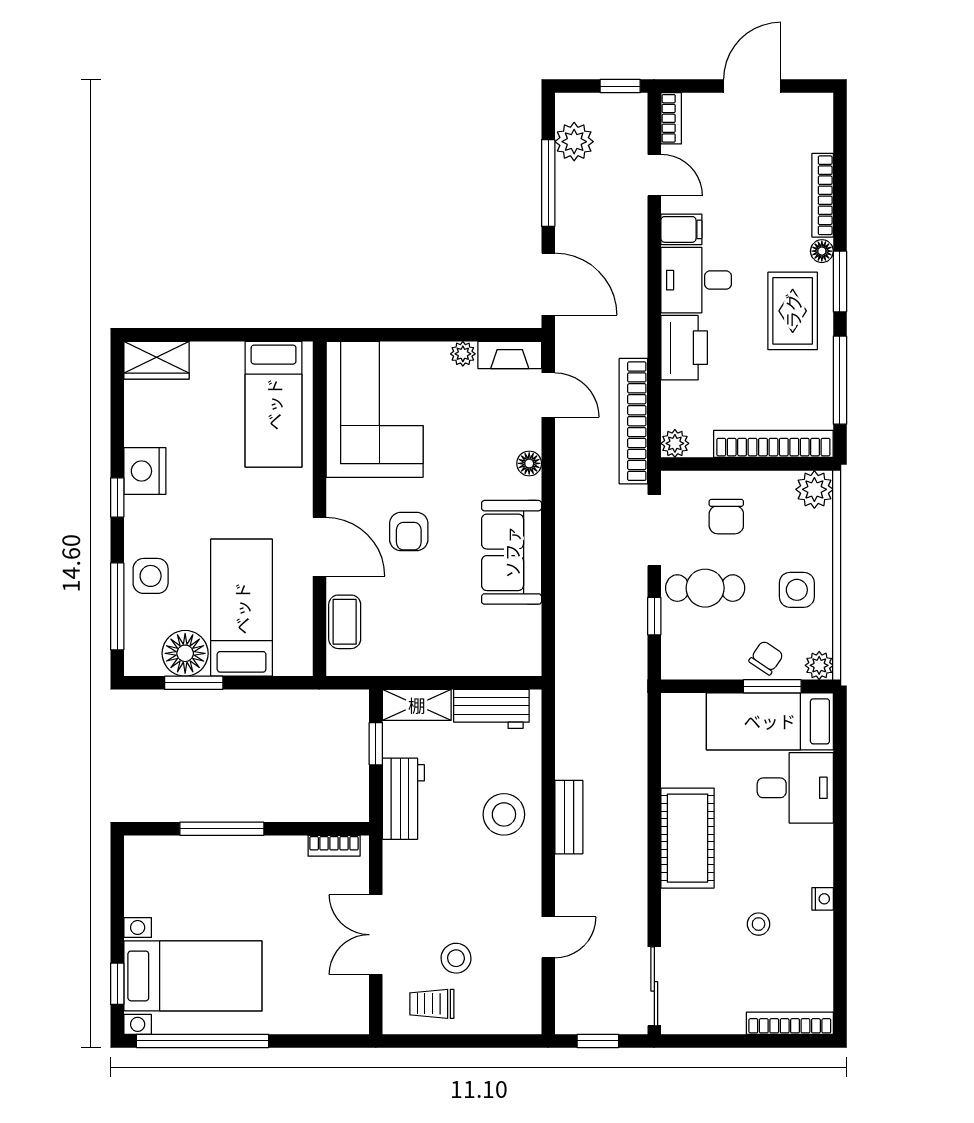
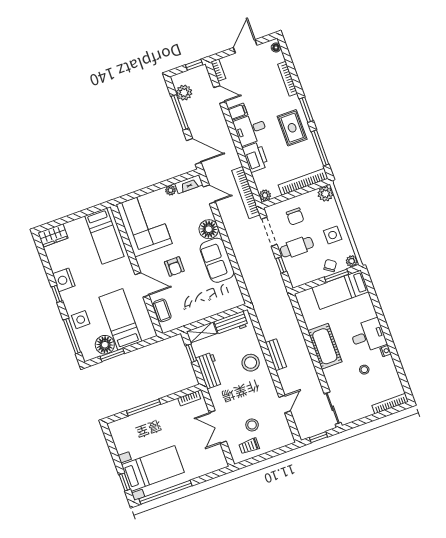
floor lamp: (822, 251) -> (276, 47), moved
floor lamp: (529, 463) -> (209, 229), width x1.89, depth x1.89
desk: (795, 788) -> (368, 336), moved

